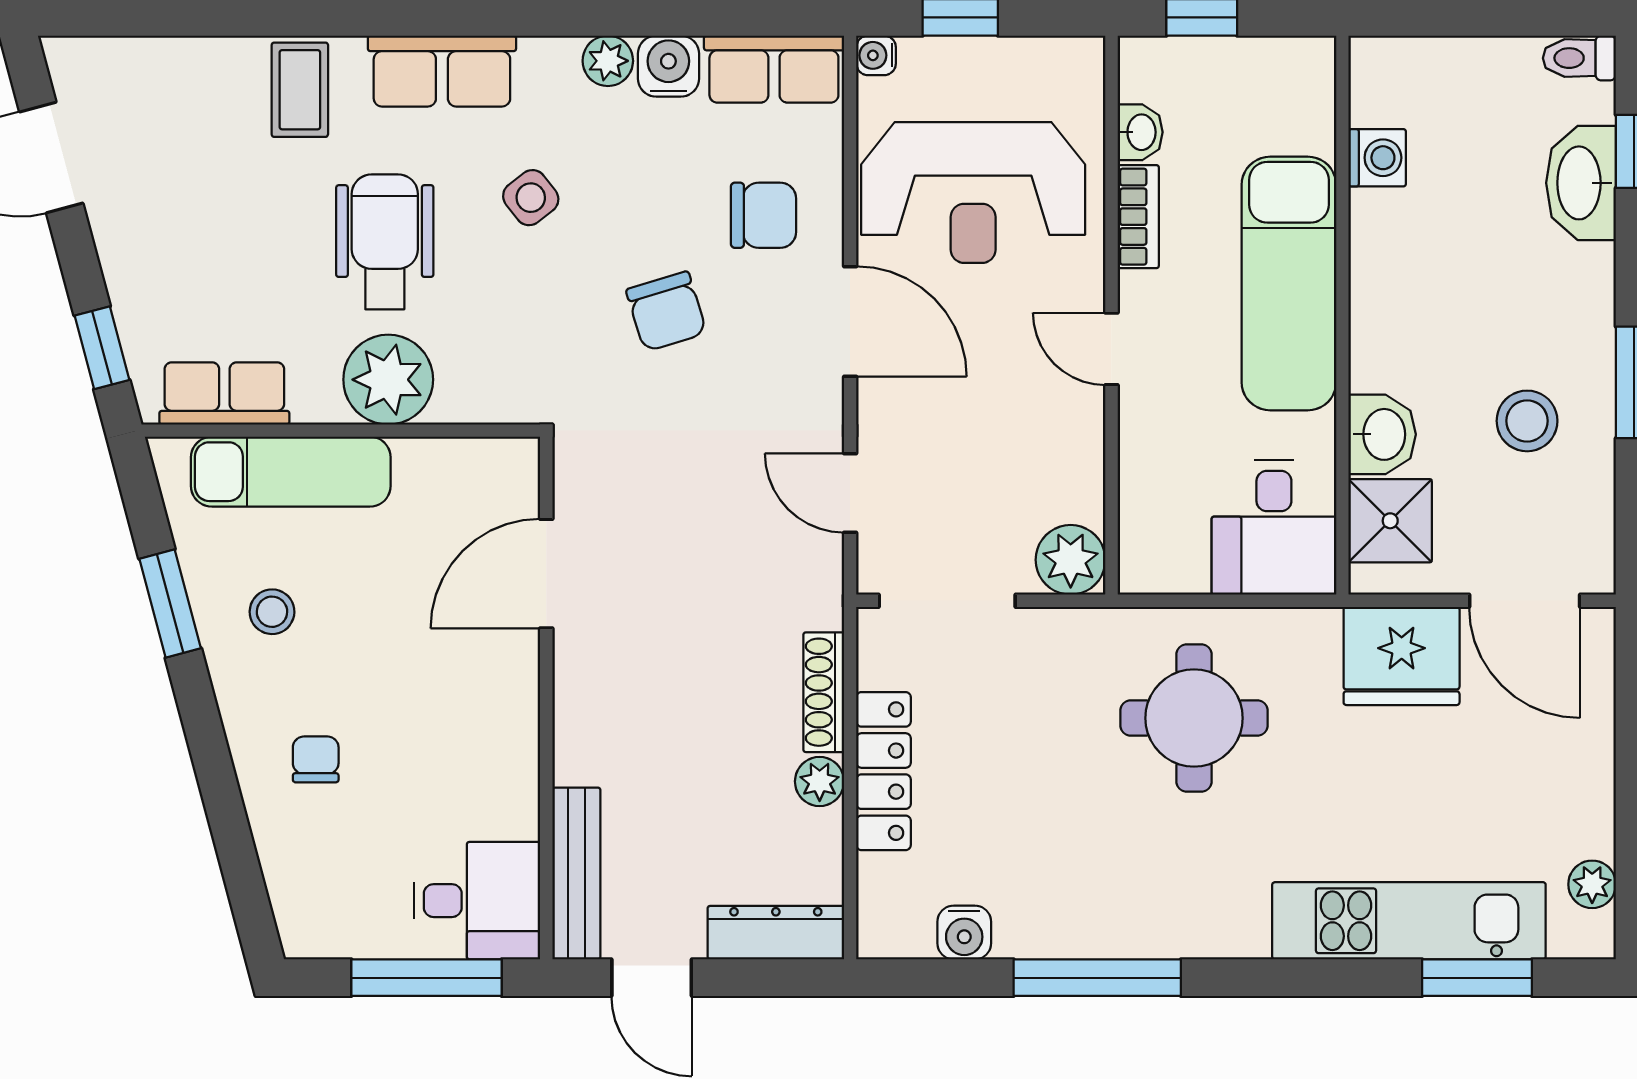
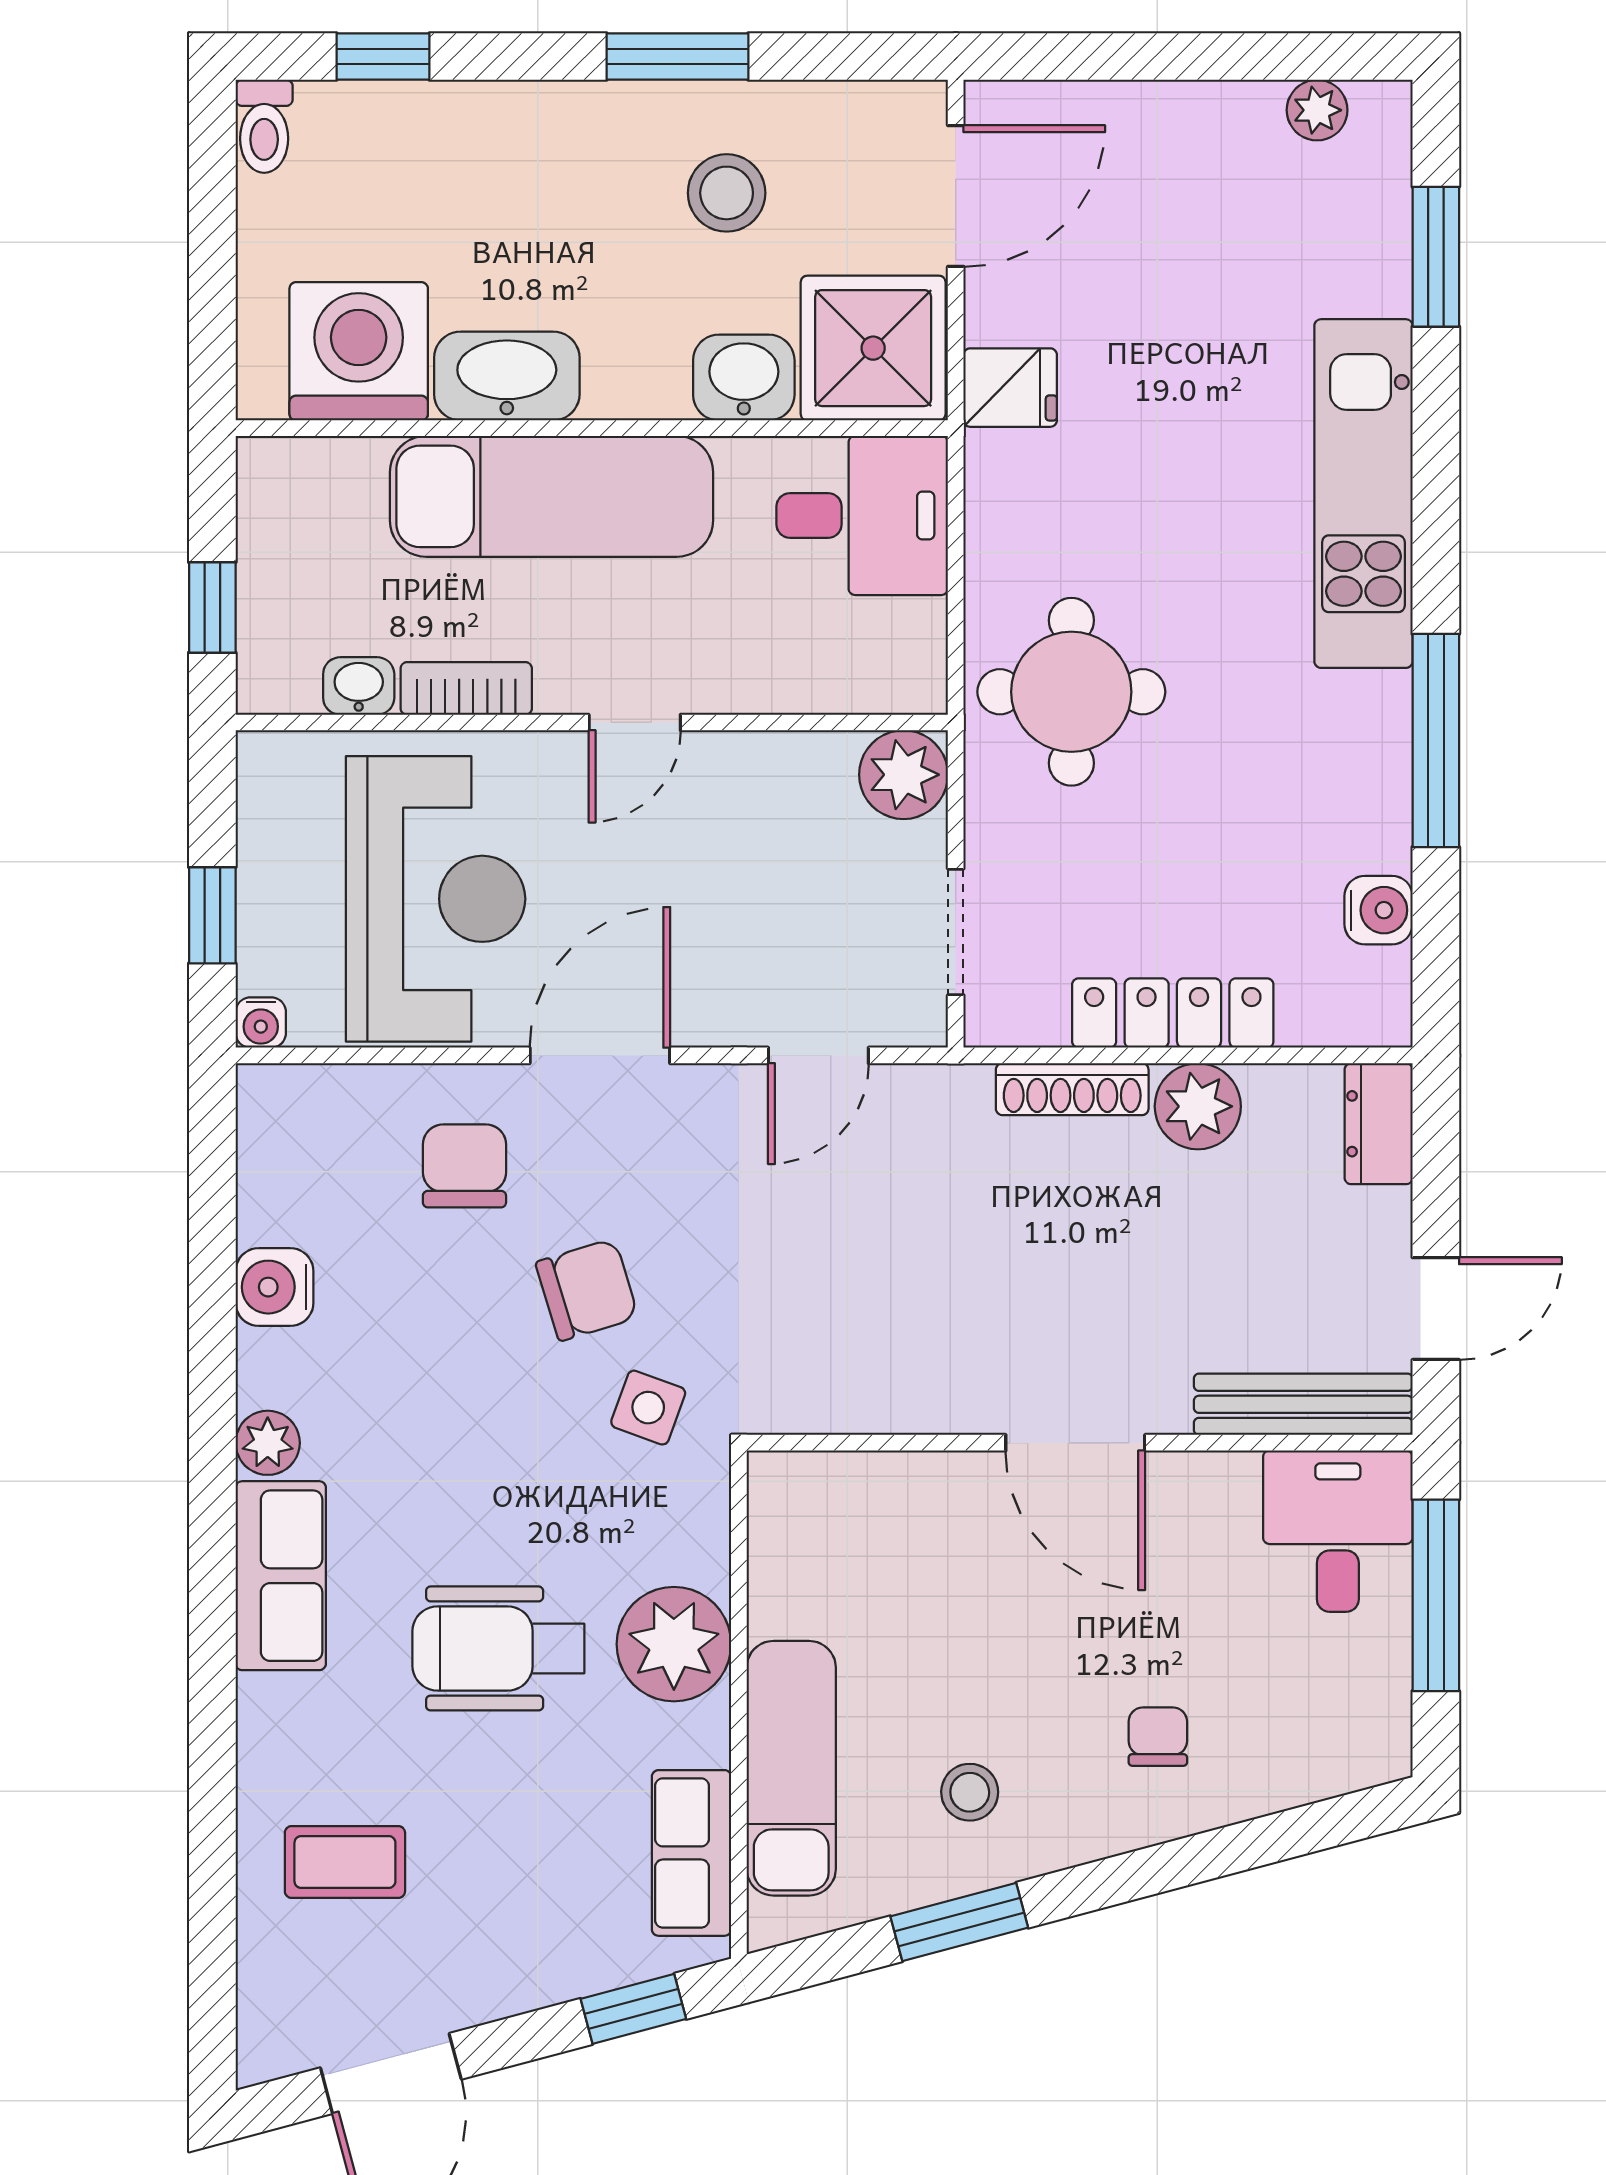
plant: (608, 61) -> (268, 1443), moved
row of seats: (774, 69) -> (278, 1153), removed
coffee table: (300, 90) -> (345, 1862), moved
washing machine: (1377, 158) -> (359, 351), width x1.89, depth x1.89
washbasin: (1581, 183) -> (507, 376), moved, turned 180
side table: (531, 198) -> (648, 1408), moved, turned -32
shower: (1390, 521) -> (873, 348), width x1.36, depth x1.36
door: (546, 574) -> (1075, 1443), moved
doorway: (947, 601) -> (956, 932), width x0.73
fridge: (1402, 656) -> (1010, 388), width x0.53, depth x0.75
round table: (1194, 718) -> (1071, 692), moved
chair: (316, 759) -> (1158, 1737), turned 90
plant: (820, 781) -> (1198, 1106), width x1.38, depth x1.38
kitchen unit: (1409, 921) -> (1363, 494), moved
dresser: (776, 933) -> (1379, 1124), width x0.70

